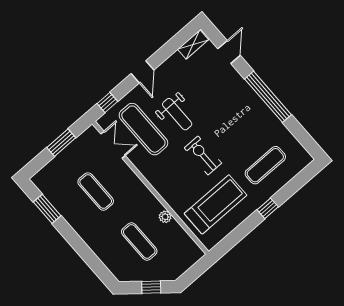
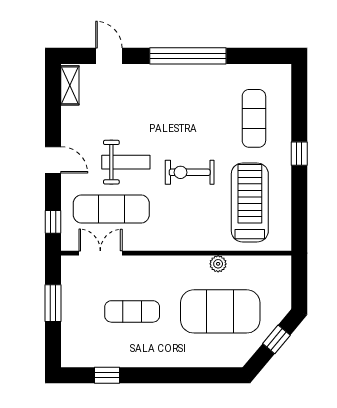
window: (47, 209) -> (107, 375), width x0.67
exercise mat: (139, 241) -> (220, 311), width x2.00, depth x1.45

